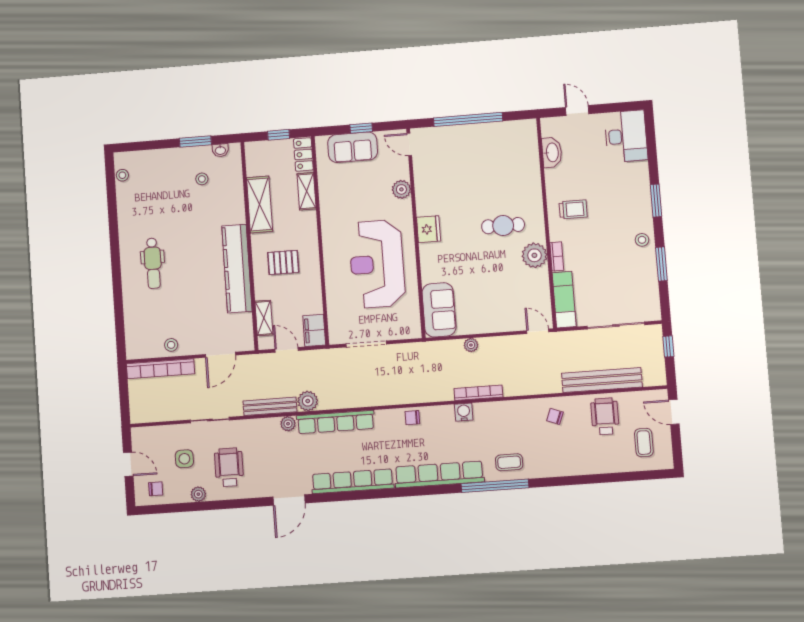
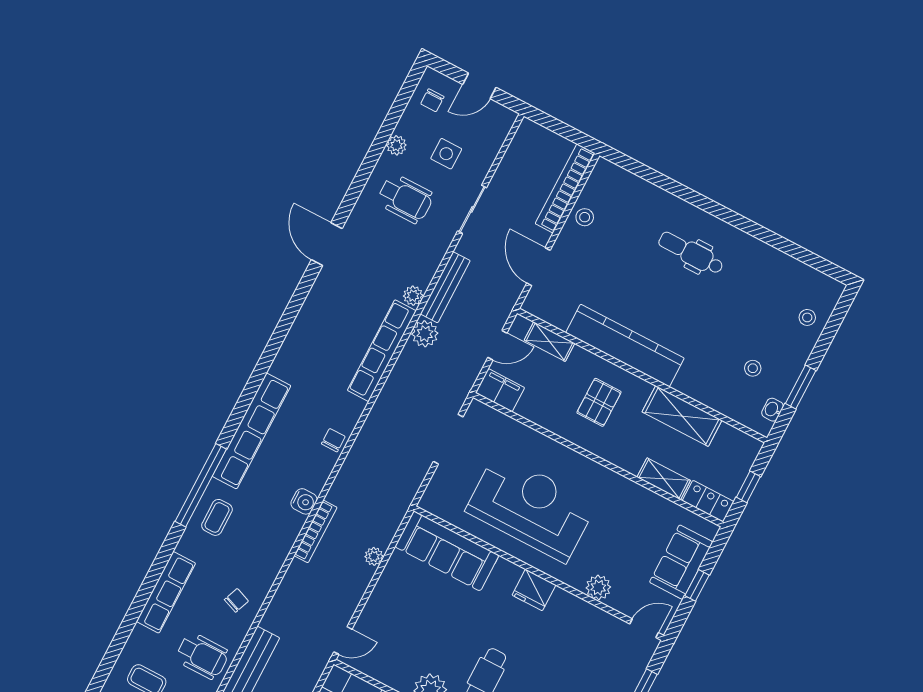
stool: (122, 175) -> (807, 317), moved
sofa: (439, 310) -> (447, 551), width x1.36
row of seats: (353, 481) -> (166, 592), moved, width x0.73

